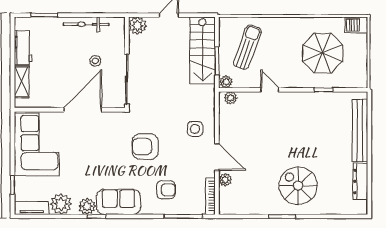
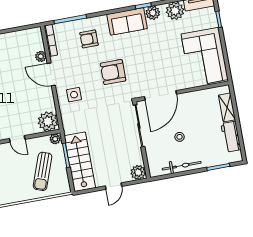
stool: (95, 61) -> (180, 137), moved
plant: (231, 98) -> (48, 121), width x1.88, depth x1.88
door: (83, 110) -> (160, 95), moved
armchair: (145, 147) -> (113, 72), turned 180

